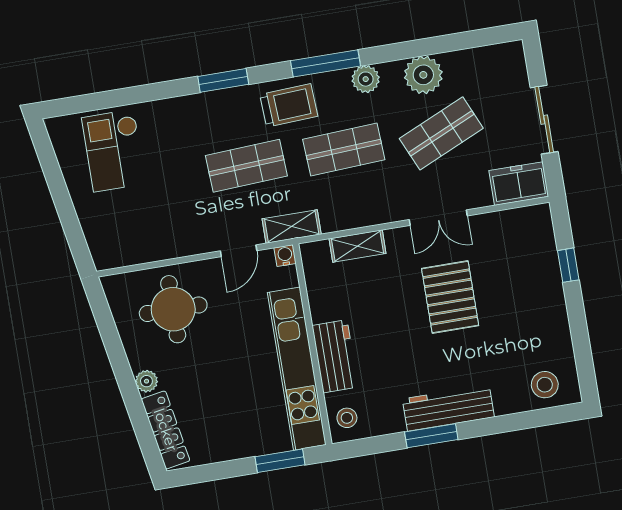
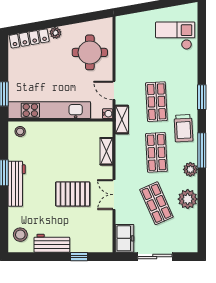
workbench: (335, 356) -> (52, 243), moved, turned 180

